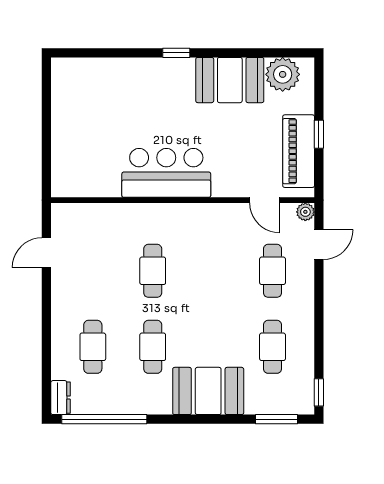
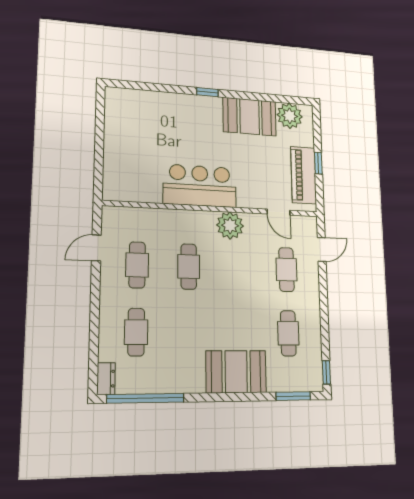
plant: (305, 212) -> (230, 225), moved, width x1.88, depth x1.88
cafe table: (153, 347) -> (137, 265), moved

